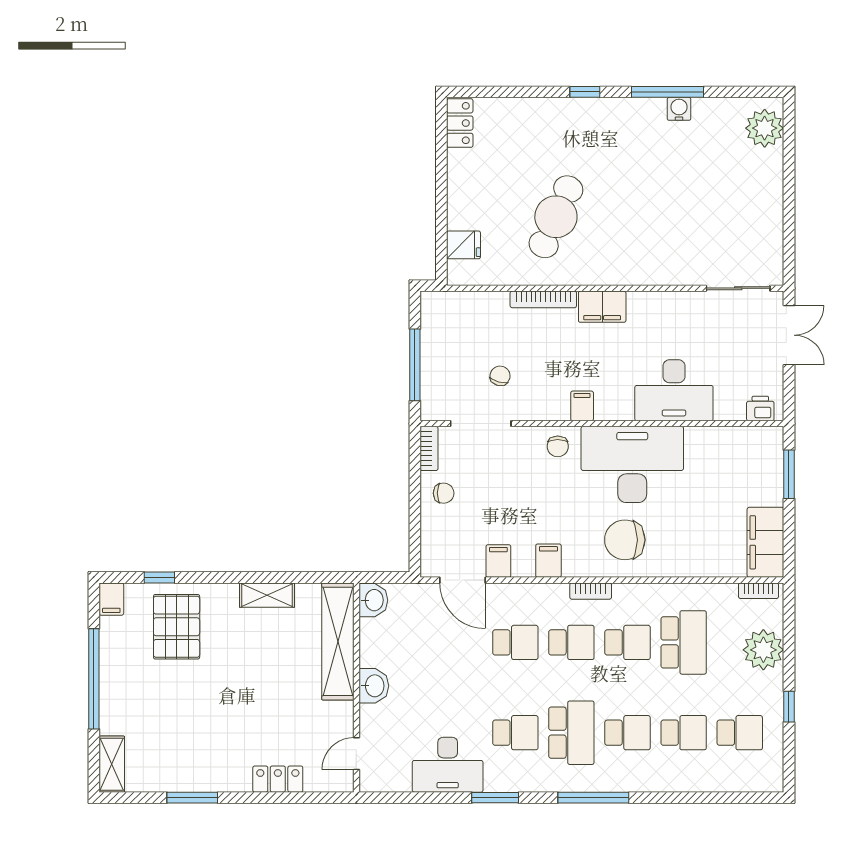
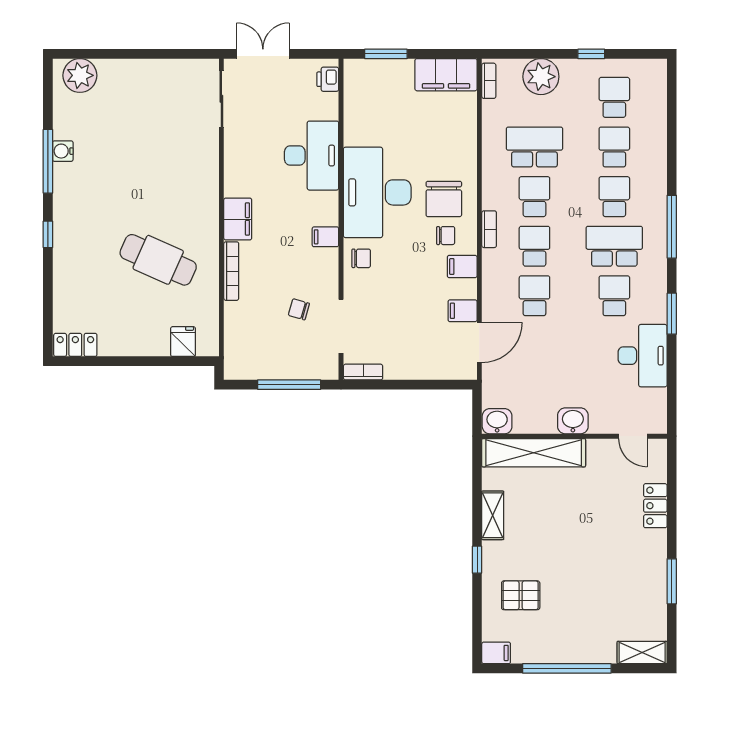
chair: (444, 493) -> (446, 236), moved, turned 90
window: (159, 577) -> (477, 560), moved
pallet: (177, 627) -> (521, 595), width x0.67, depth x0.71

